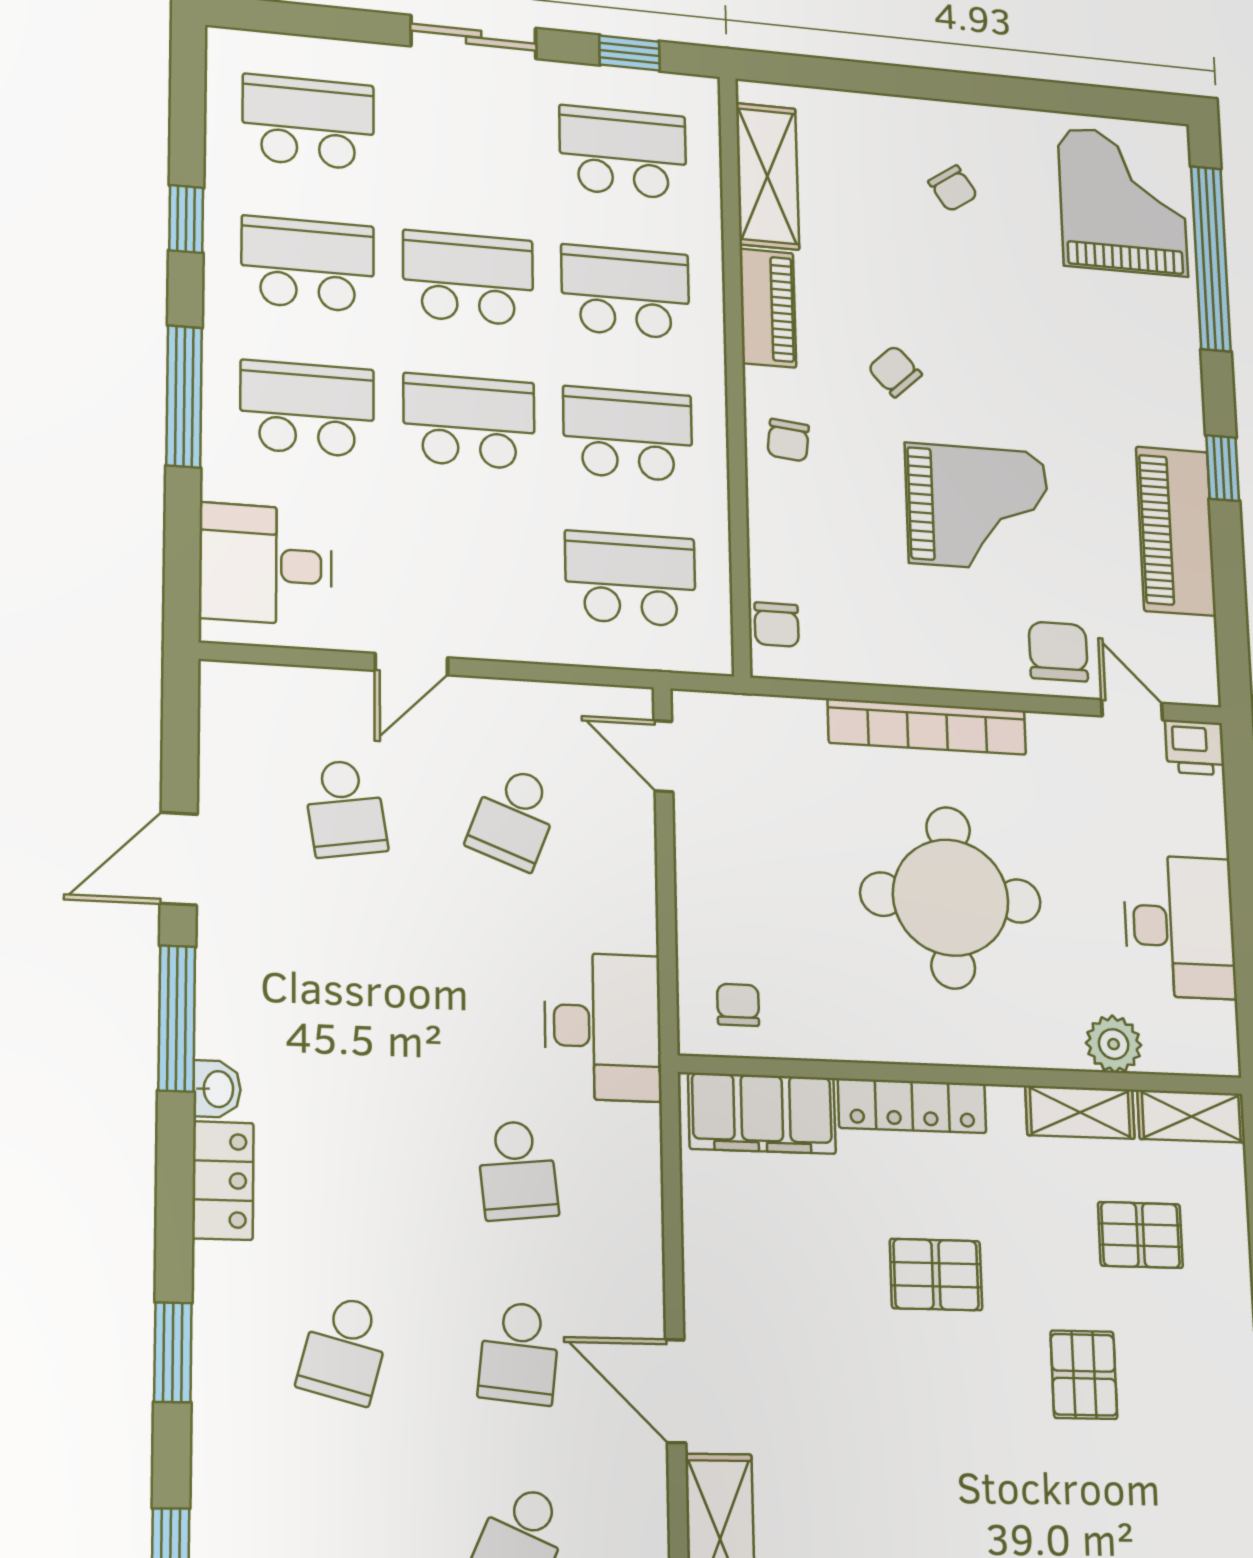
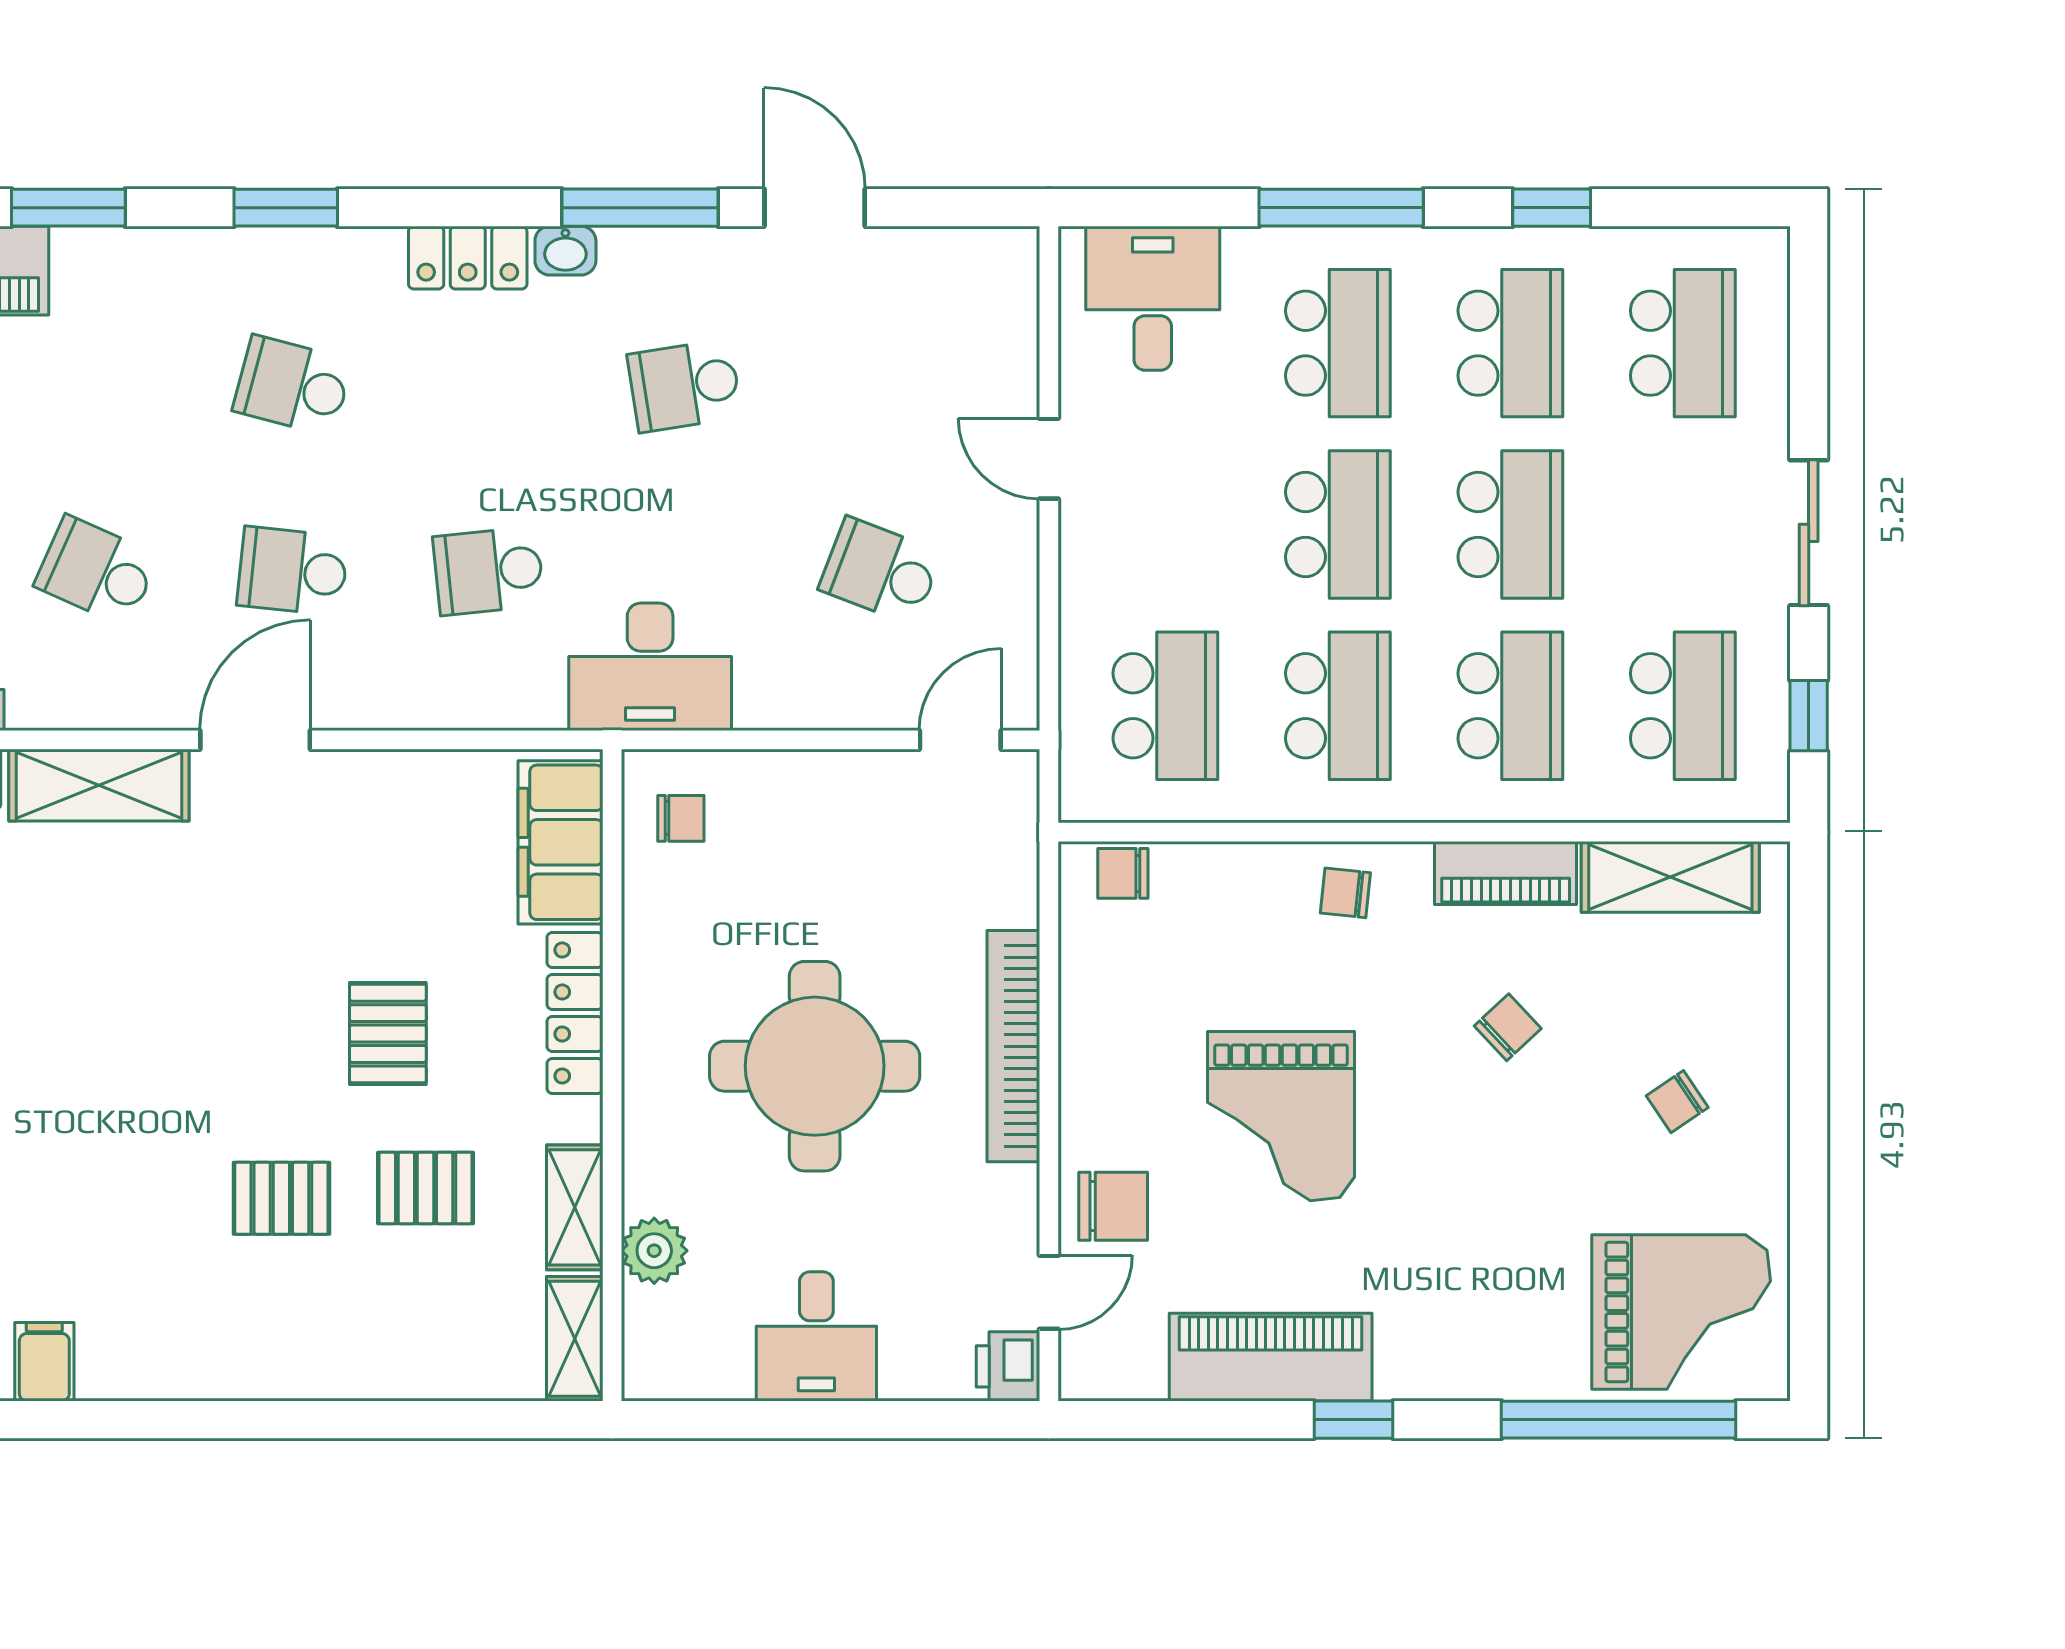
chair: (895, 371) -> (1508, 1027), moved
school desk: (345, 808) -> (685, 386), moved
desk: (1180, 927) -> (816, 1336), width x0.73
pallet: (1140, 1235) -> (426, 1188), moved, turned 90

